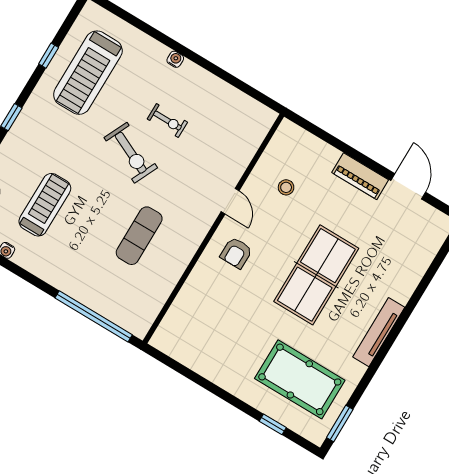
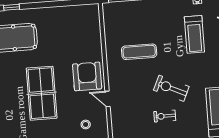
exercise mat: (139, 236) -> (139, 52), turned 90
armchair: (236, 253) -> (87, 76), width x1.88, depth x1.88

